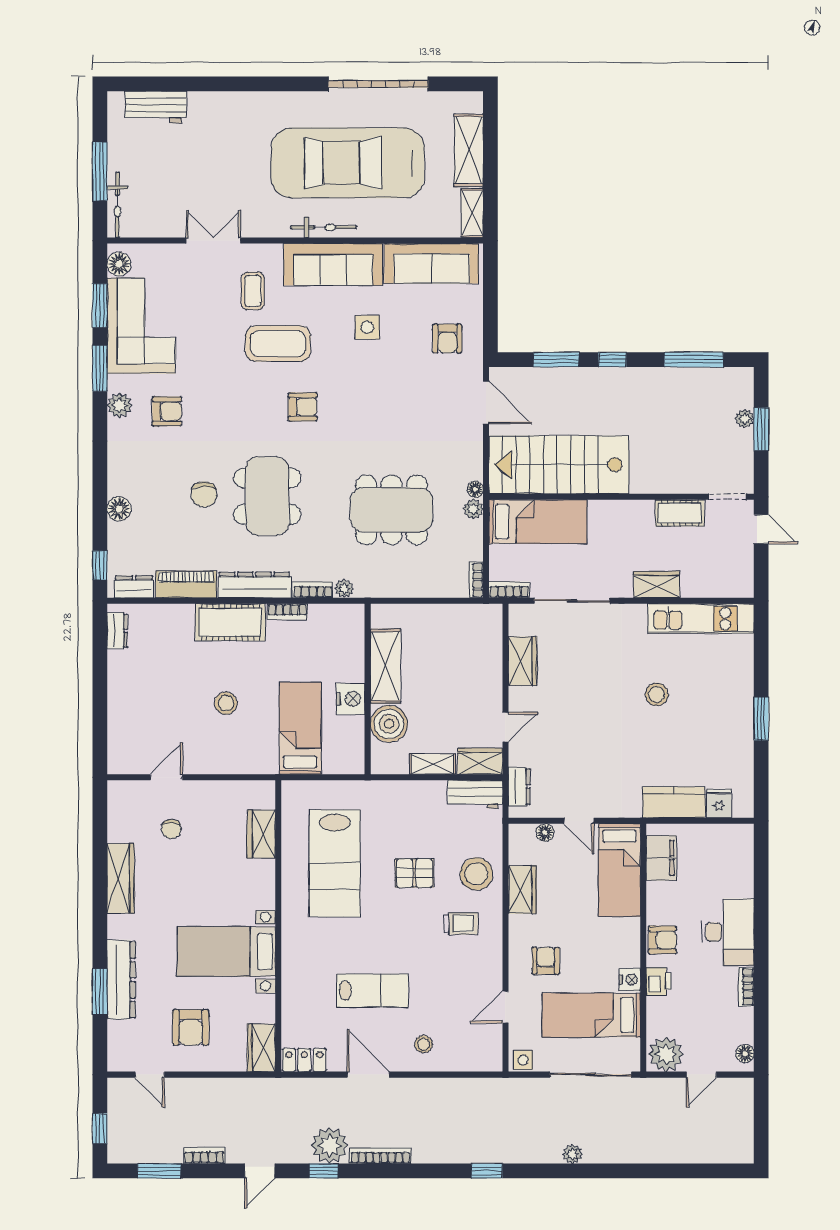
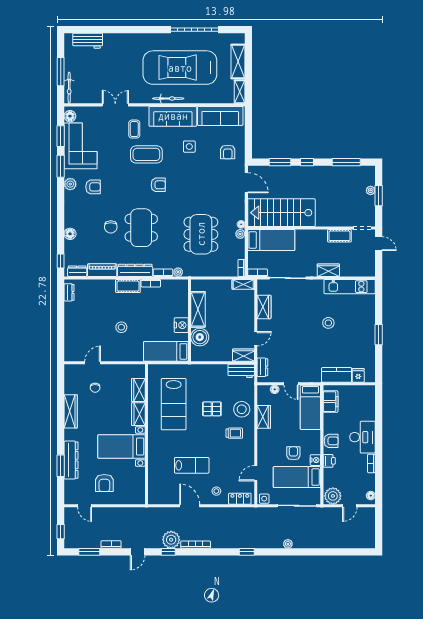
dining table: (392, 510) -> (201, 234), turned 90
cot: (230, 622) -> (128, 286), width x0.73, depth x0.75
bed: (300, 728) -> (166, 351), moved, turned -90
shelving: (433, 764) -> (243, 284), moved
armchair: (546, 961) -> (293, 453), moved
wardrobe: (261, 1048) -> (138, 414), moved
locker: (304, 1060) -> (240, 499), moved

